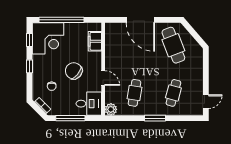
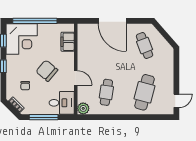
cafe table: (173, 45) -> (145, 46), width x0.73, depth x0.74
cafe table: (173, 93) -> (145, 92), width x1.37, depth x1.35
window: (155, 118) -> (127, 117), removed

